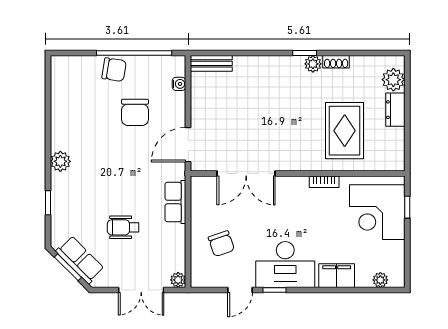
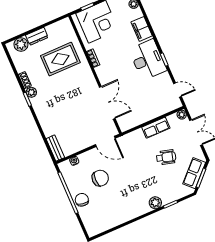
plant: (60, 161) -> (155, 203), moved
row of seats: (175, 202) -> (156, 128), moved
wheelchair: (123, 227) -> (166, 157), turned -75
chair: (221, 244) -> (152, 100), removed
door: (240, 290) -> (177, 90), moved

